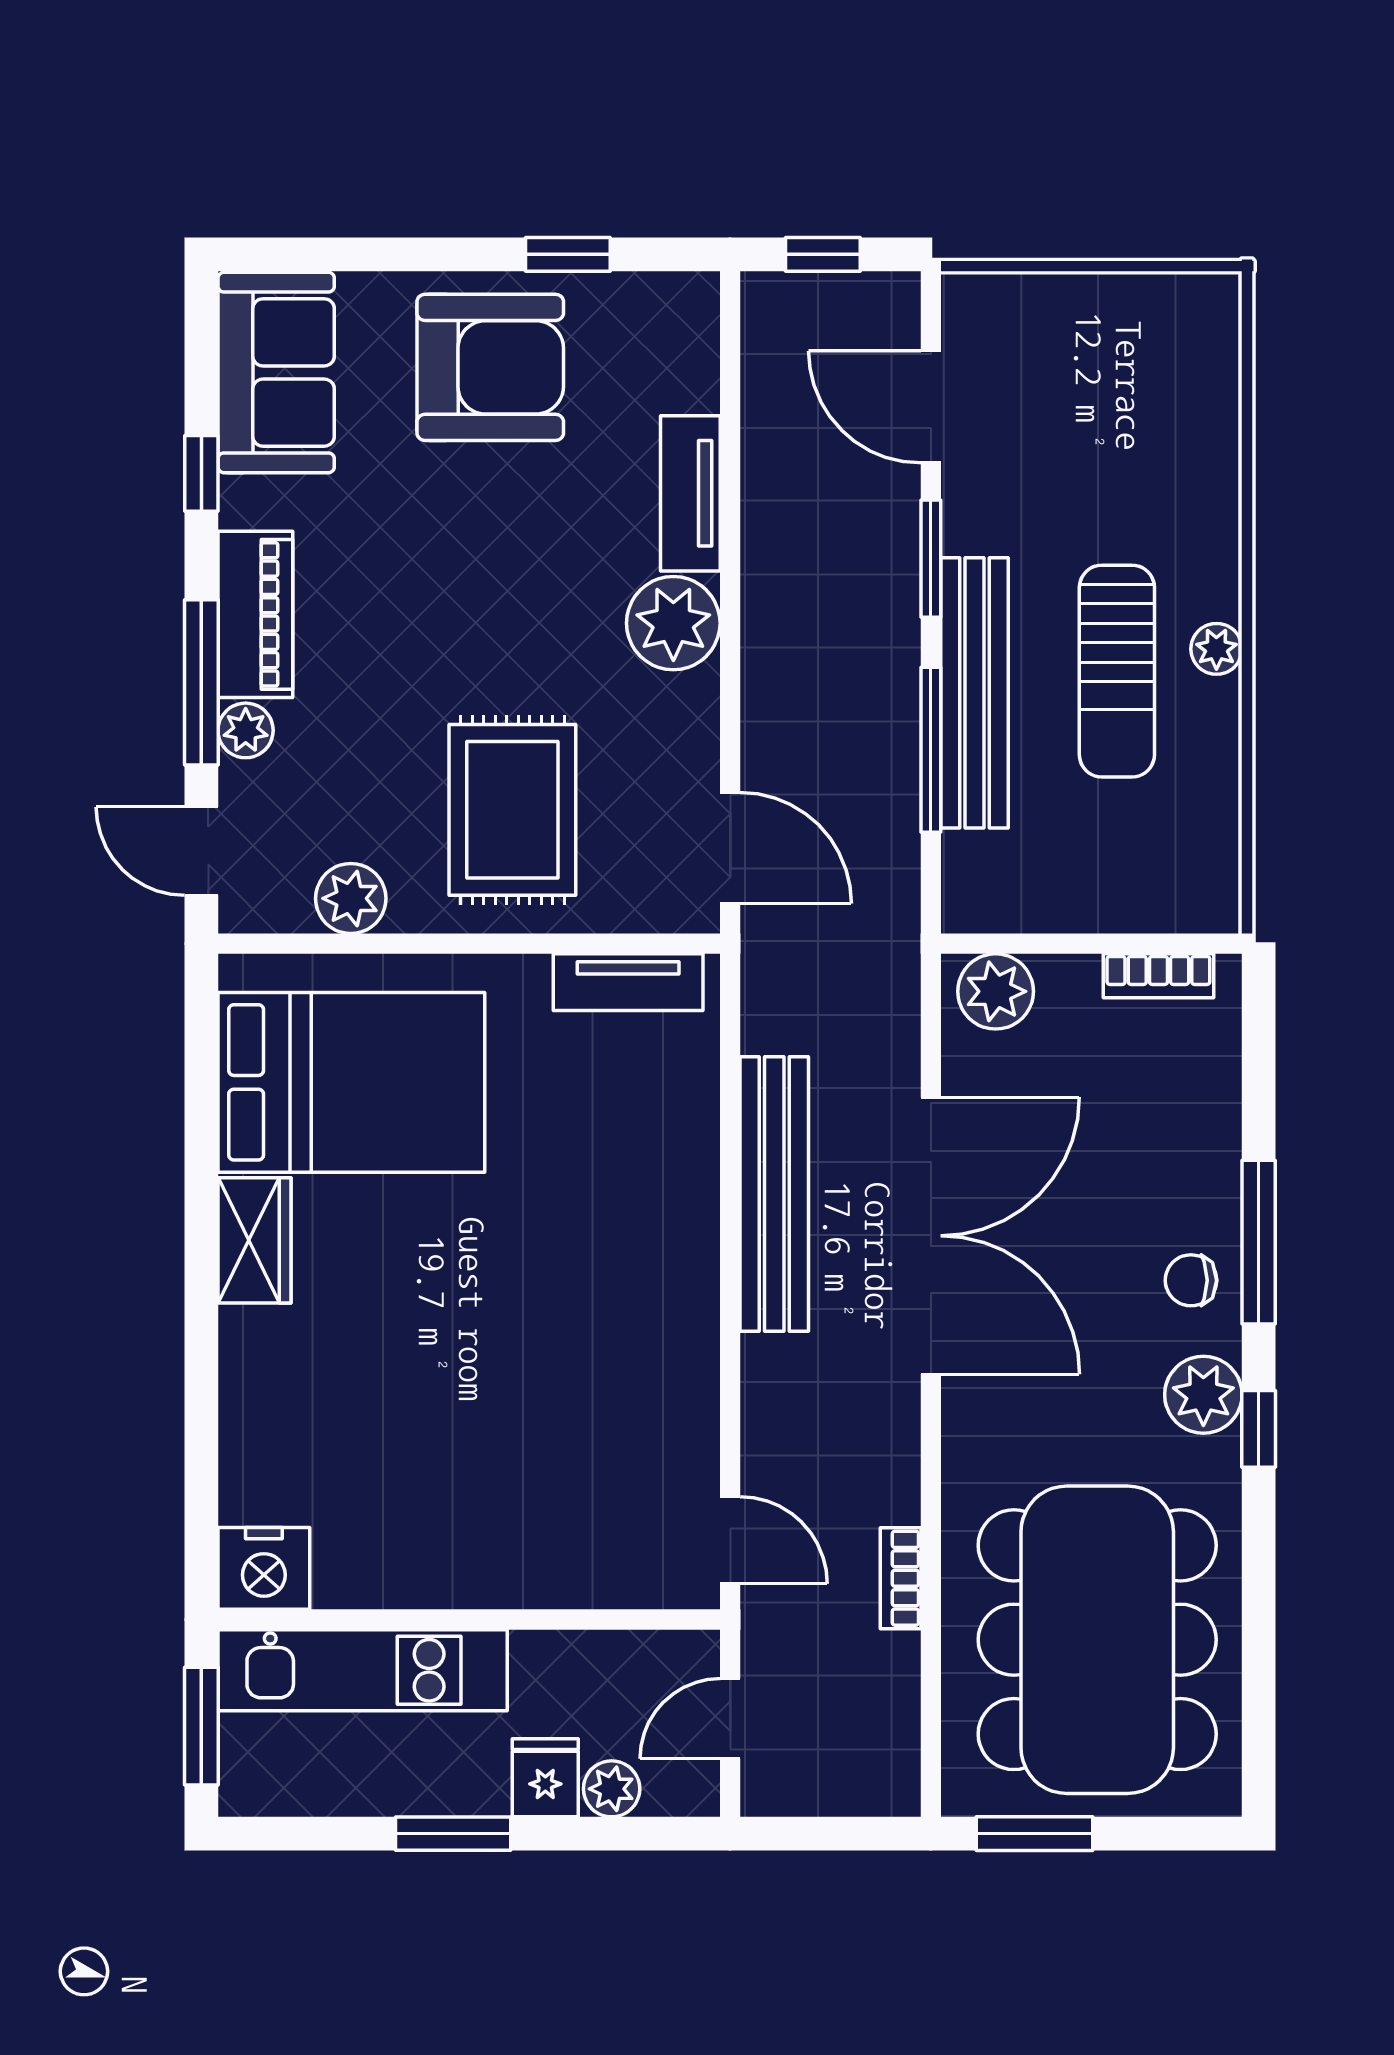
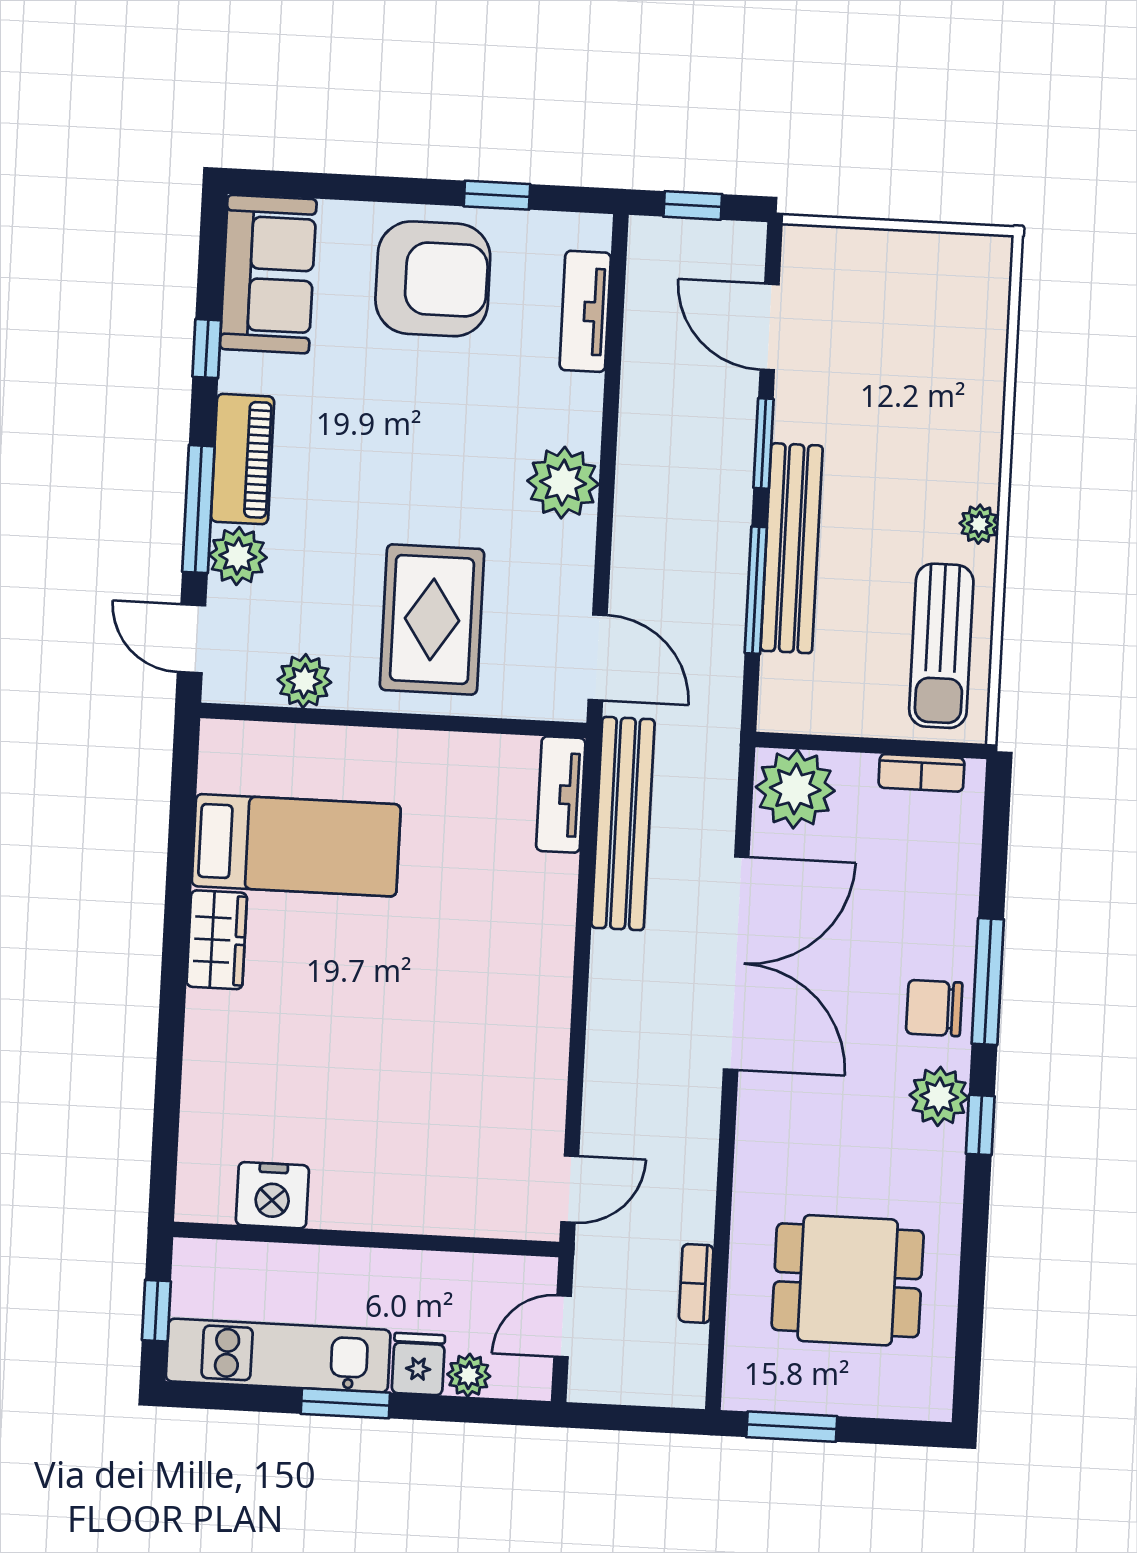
tv unit: (690, 493) -> (585, 311), moved
sun lounger: (1117, 671) -> (941, 646), moved
plant: (246, 730) -> (238, 556), width x1.38, depth x1.38
tv unit: (628, 982) -> (561, 795), moved, turned 90
plant: (996, 991) -> (795, 789), width x1.36, depth x1.36
bed: (351, 1082) -> (296, 845), width x0.67
bench: (774, 1194) -> (623, 824), moved
chair: (1191, 1280) -> (934, 1008), width x1.37, depth x1.37
door: (730, 1540) -> (570, 1189), hinge flipped
nightstand: (264, 1568) -> (272, 1195), moved
bookcase: (901, 1578) -> (696, 1283), moved
dining table: (1097, 1640) -> (848, 1280), width x0.53, depth x0.80
kitchen unit: (363, 1670) -> (278, 1356), moved, turned 180
window: (201, 1726) -> (156, 1311), width x0.67

